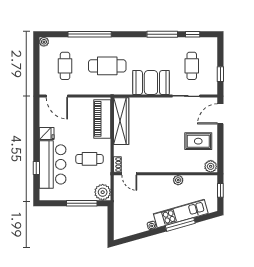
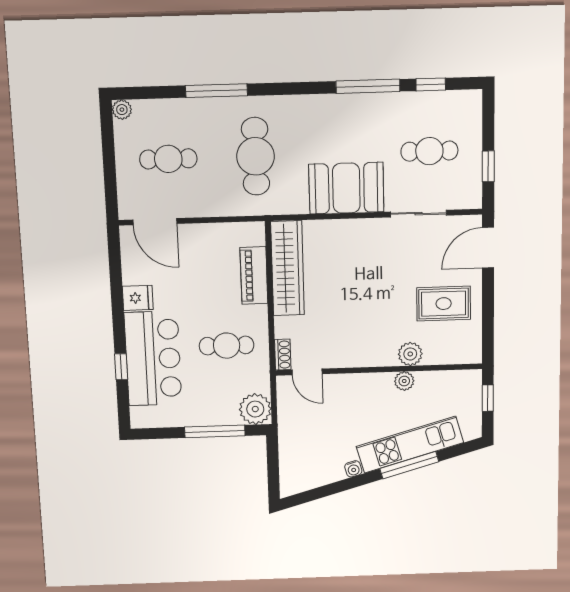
window: (90, 34) -> (216, 91), width x0.68
cafe table: (65, 66) -> (168, 159), turned 90
cafe table: (107, 66) -> (256, 156), turned 90
cafe table: (192, 66) -> (429, 151), turned 90
piano: (102, 119) -> (254, 276), width x0.73, depth x0.75
plant: (211, 166) -> (410, 354), moved

